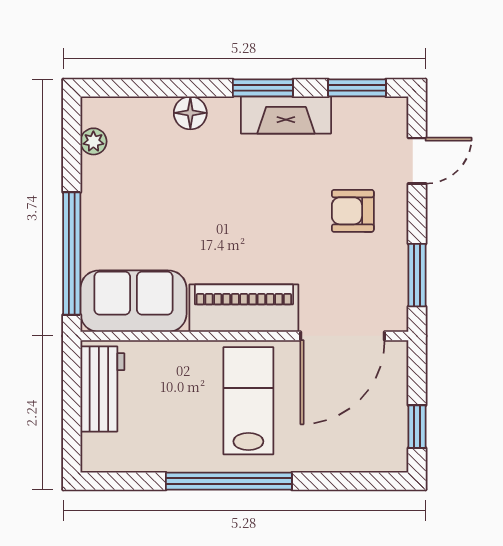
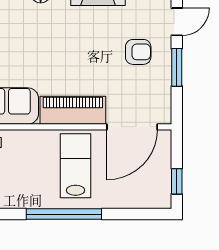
armchair: (353, 211) -> (138, 52), turned 180
window: (417, 275) -> (177, 67), moved

